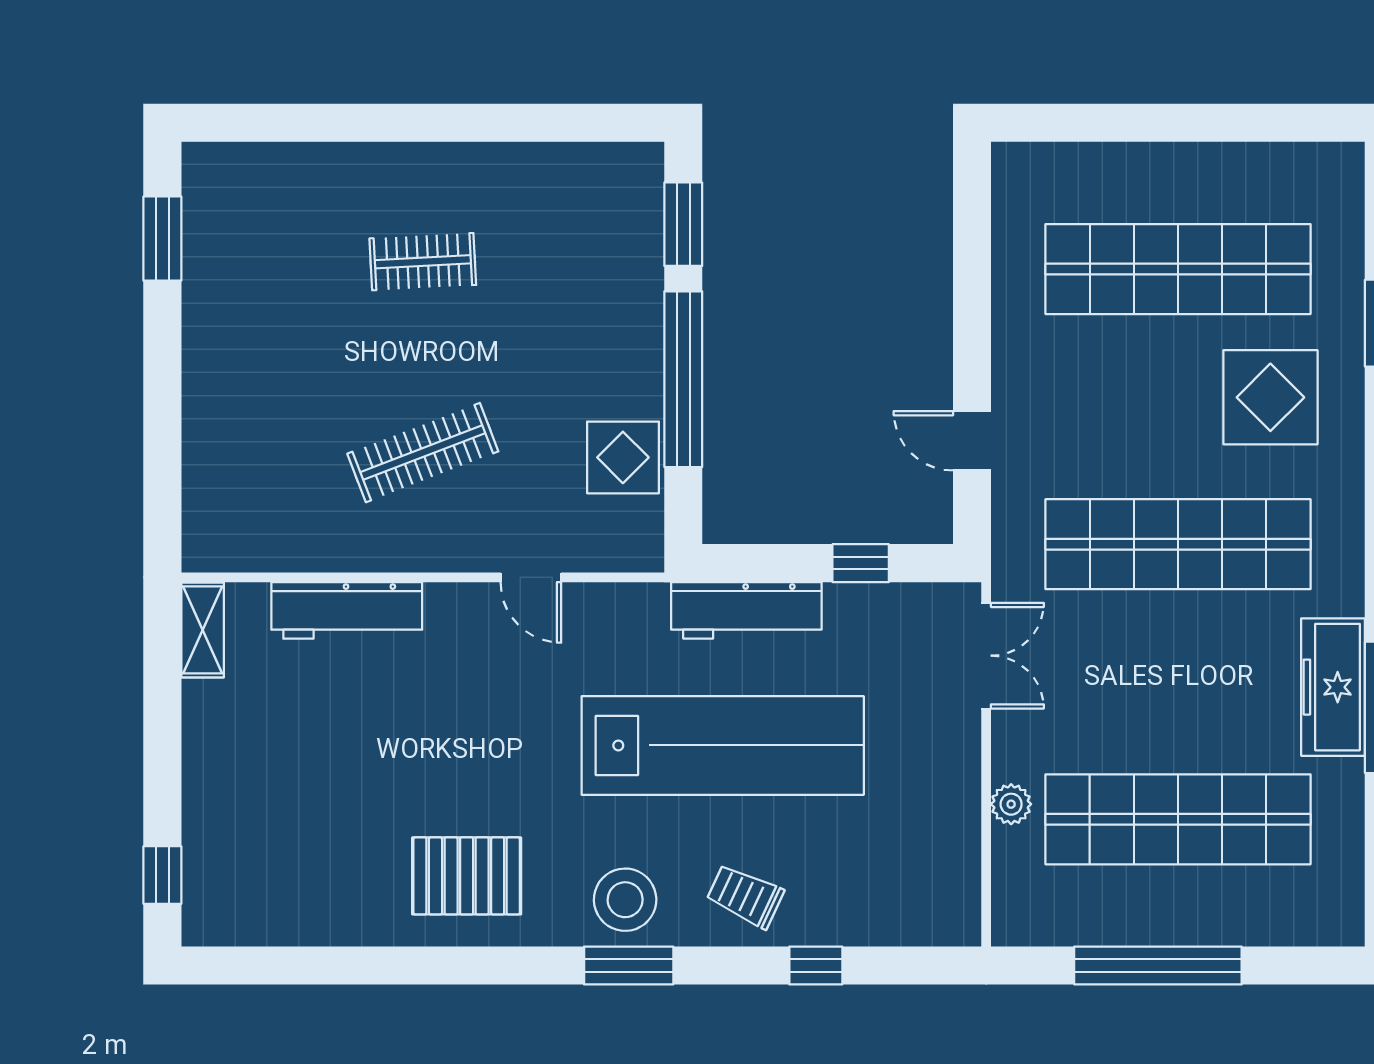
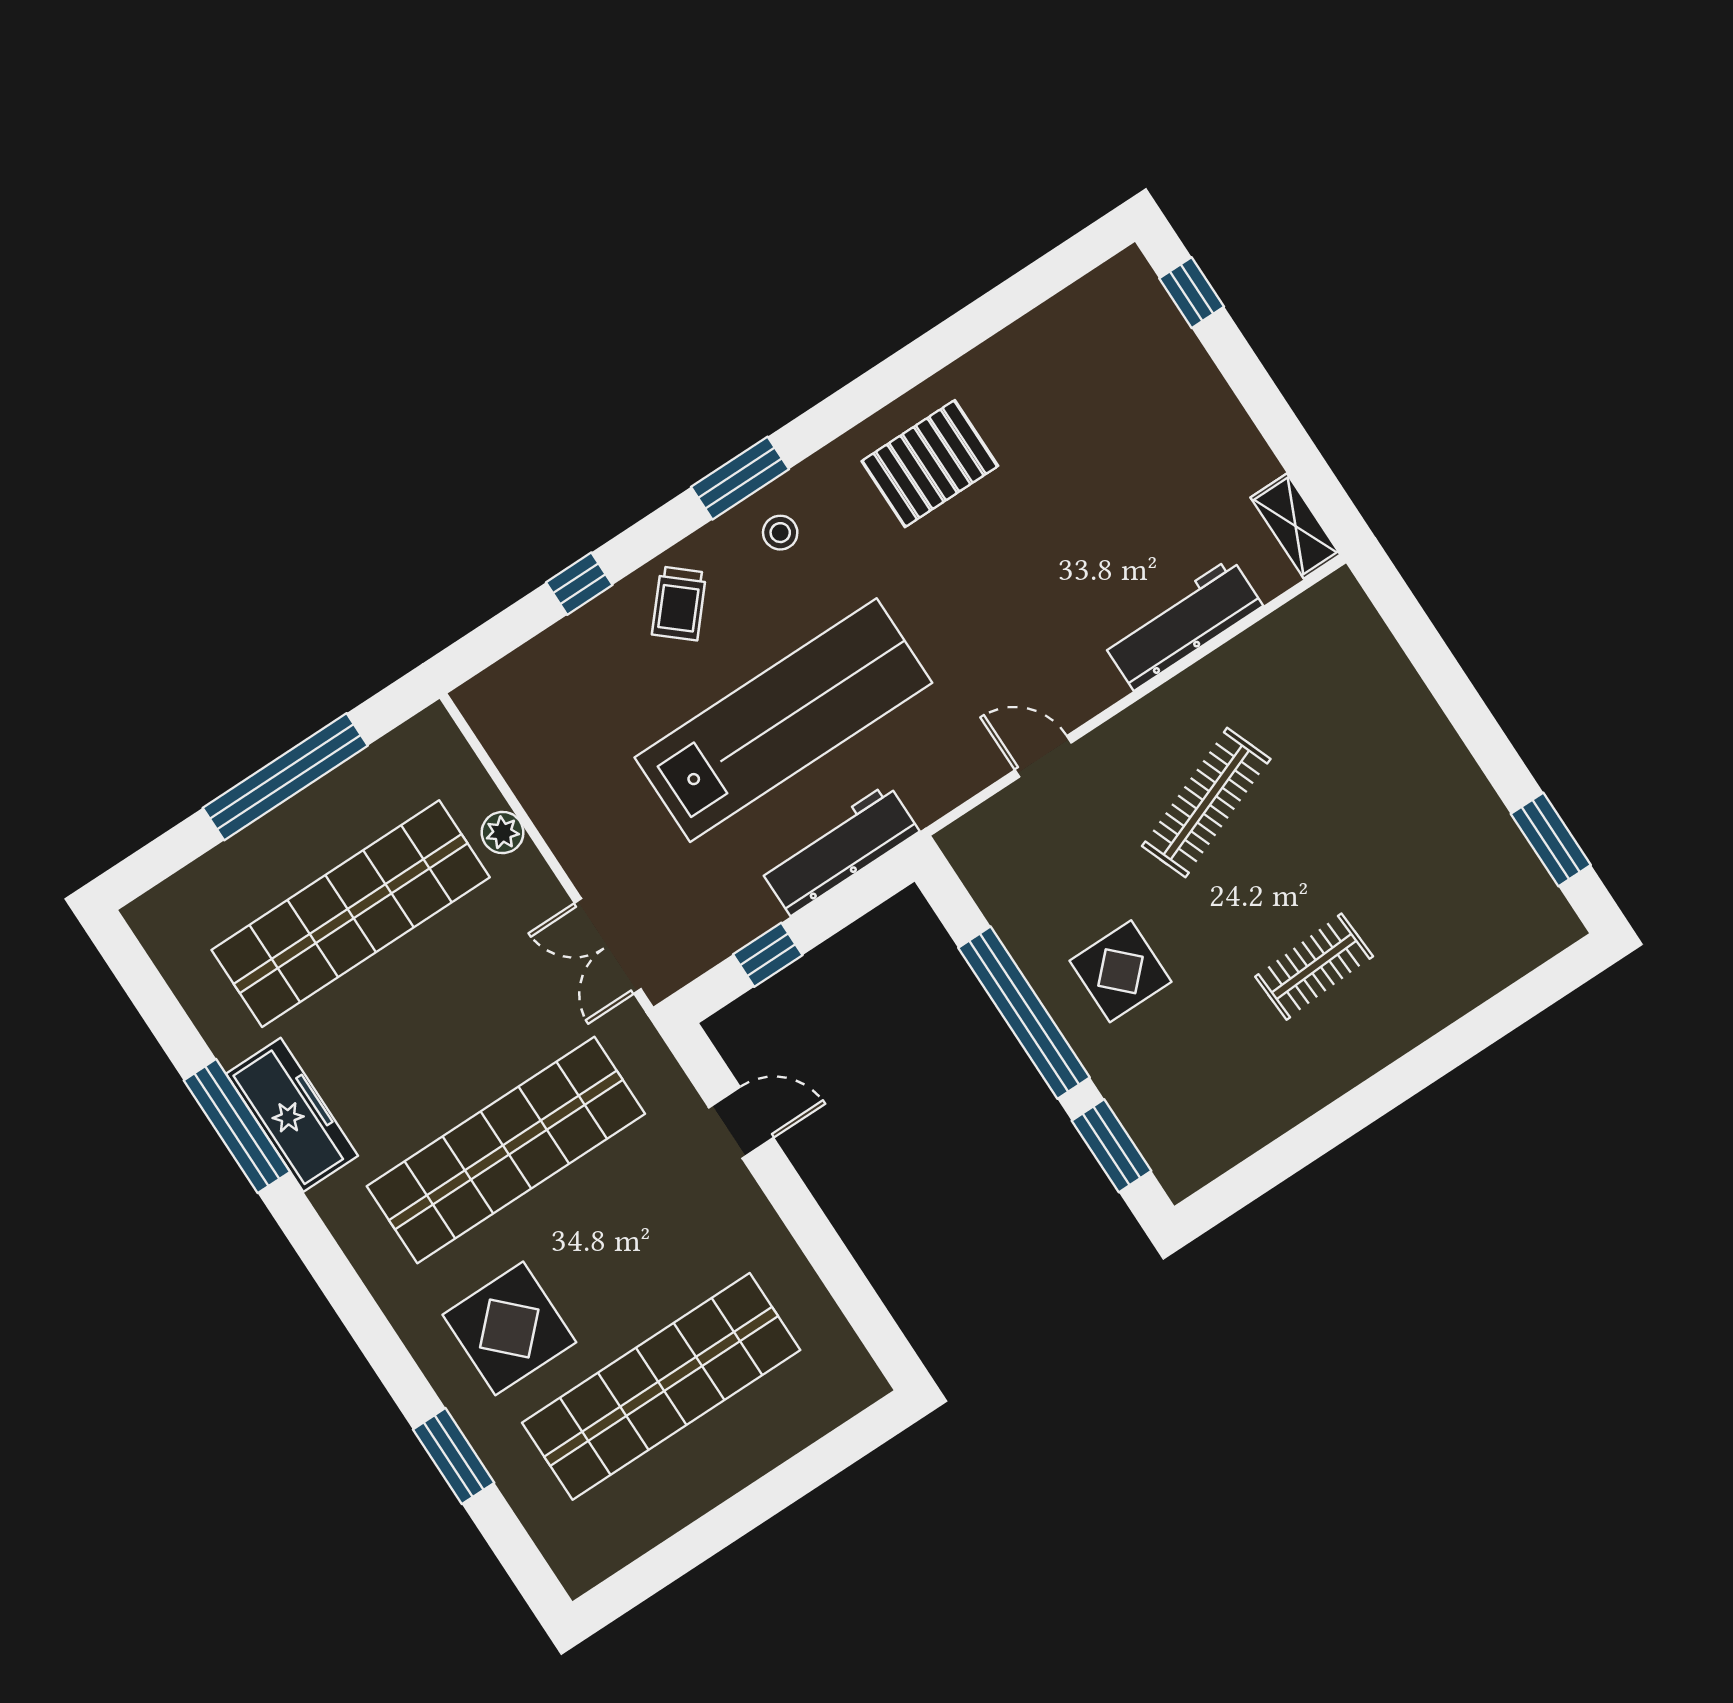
display table: (623, 457) -> (1120, 971), moved
lab bench: (723, 745) -> (783, 720), turned 180
trolley: (745, 896) -> (679, 603), turned 106
stool: (625, 900) -> (780, 533), width x0.53, depth x0.53

